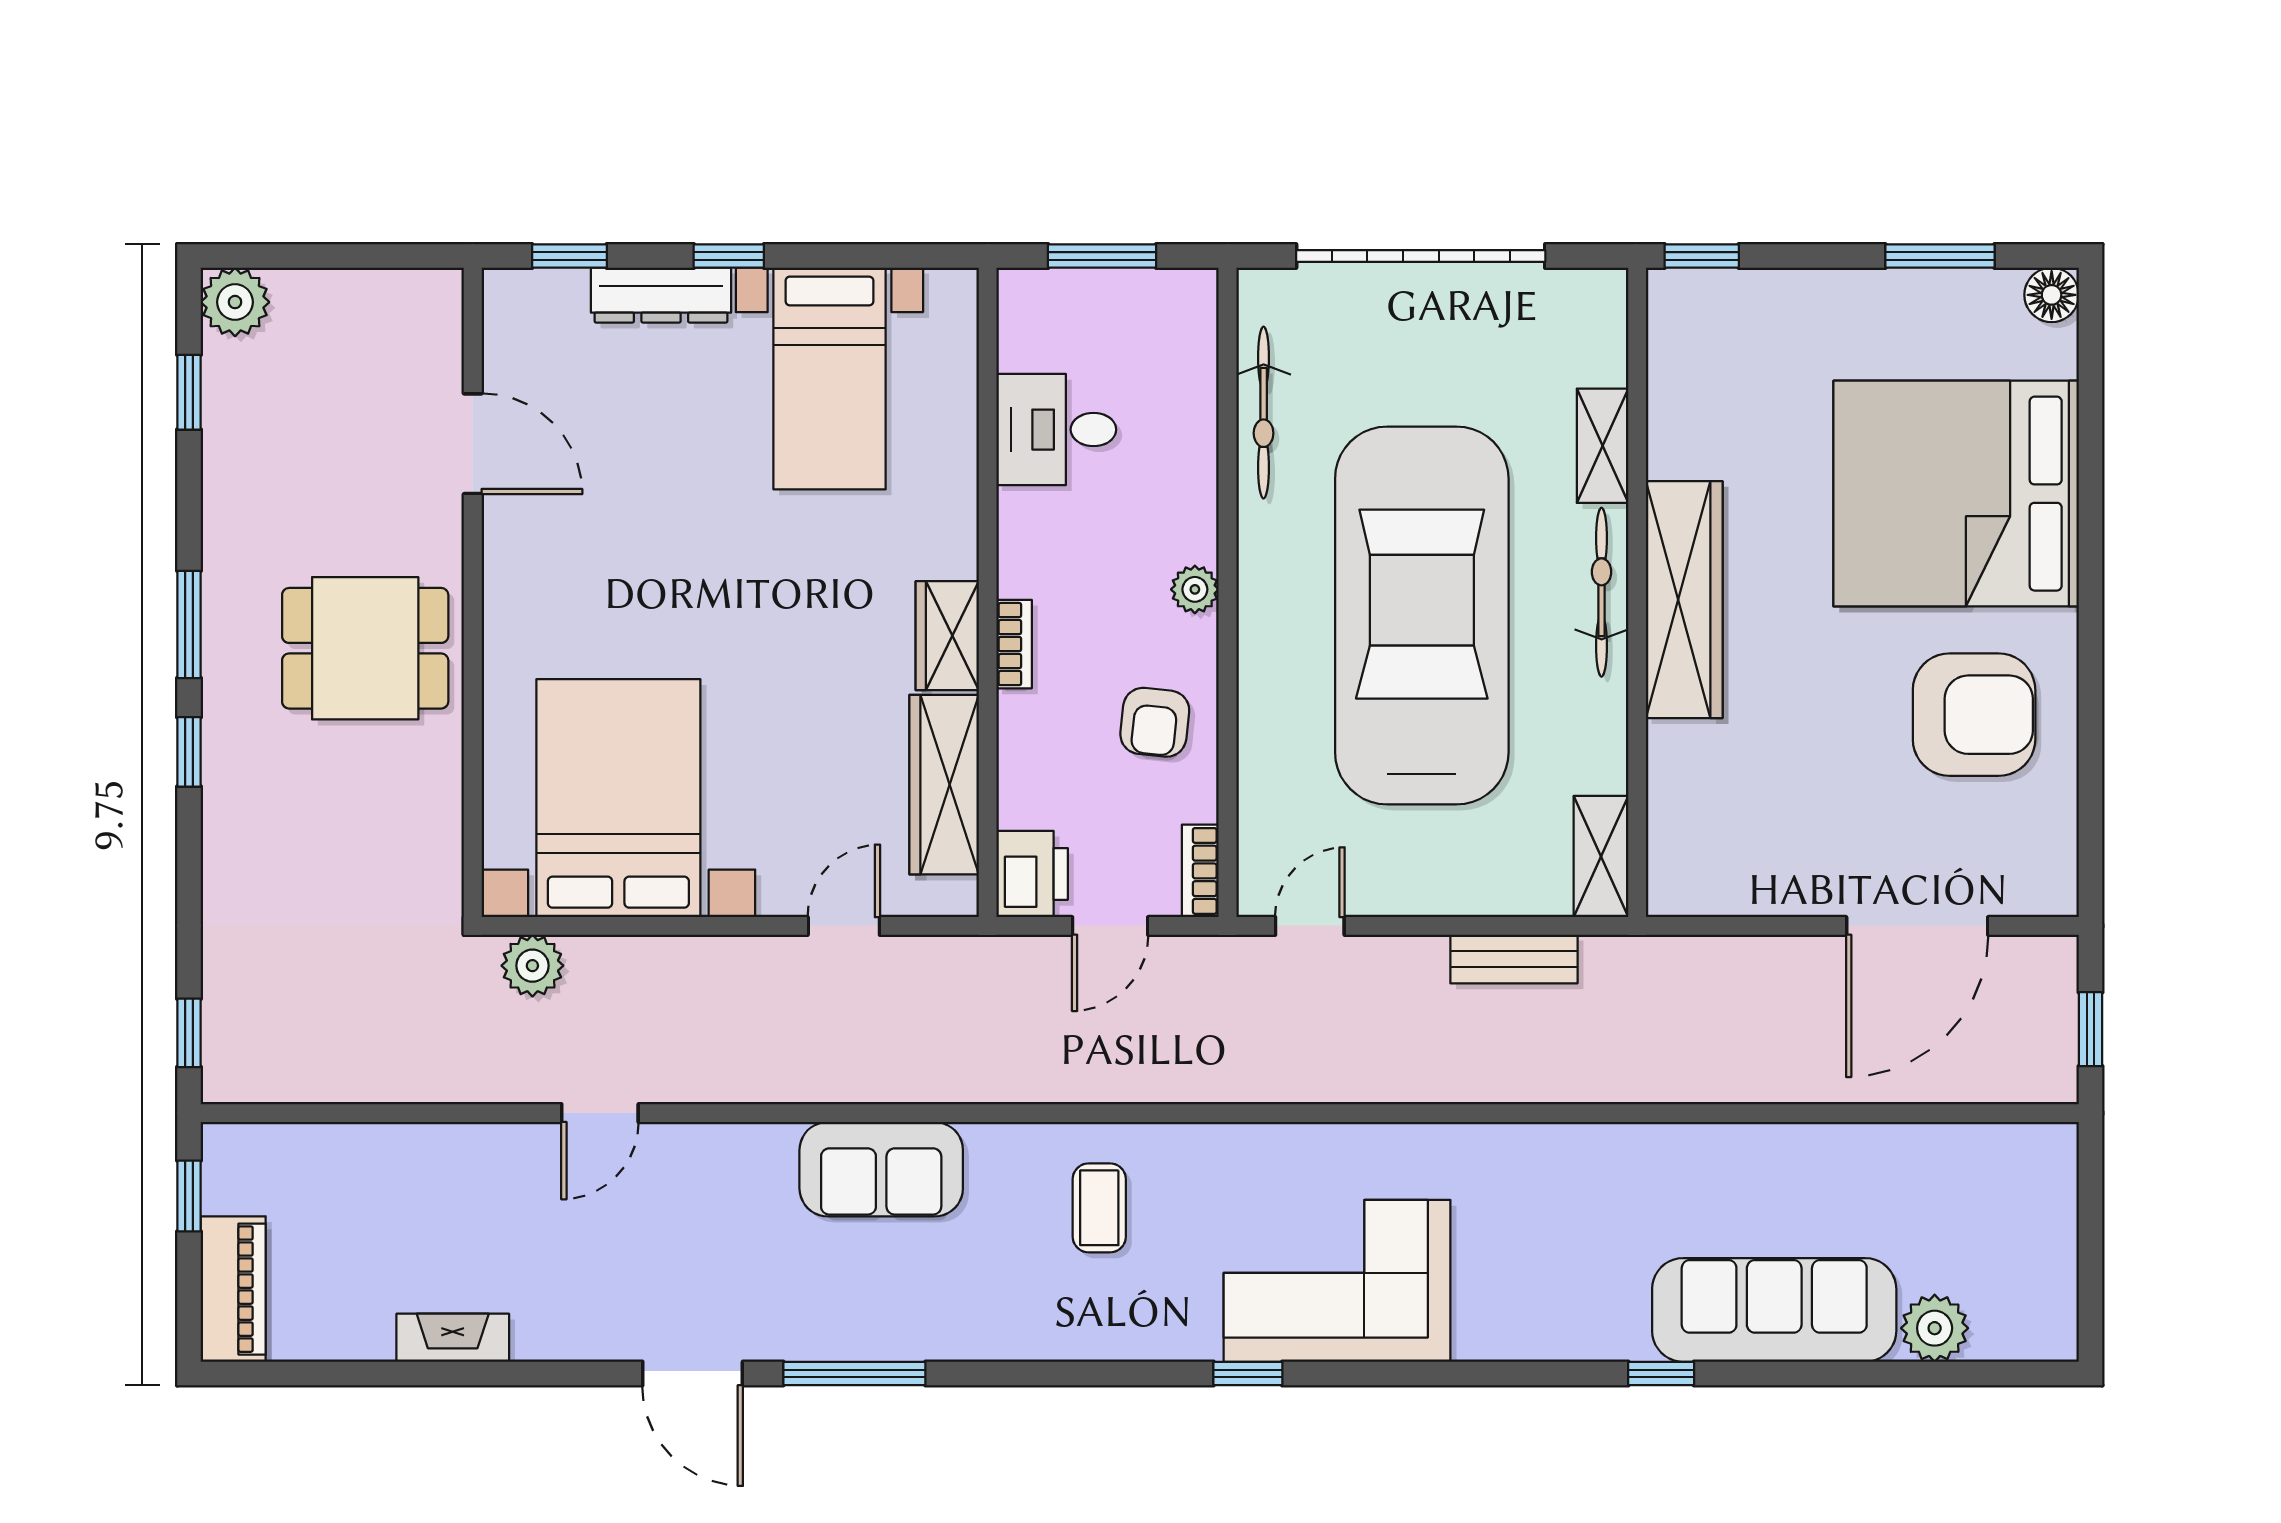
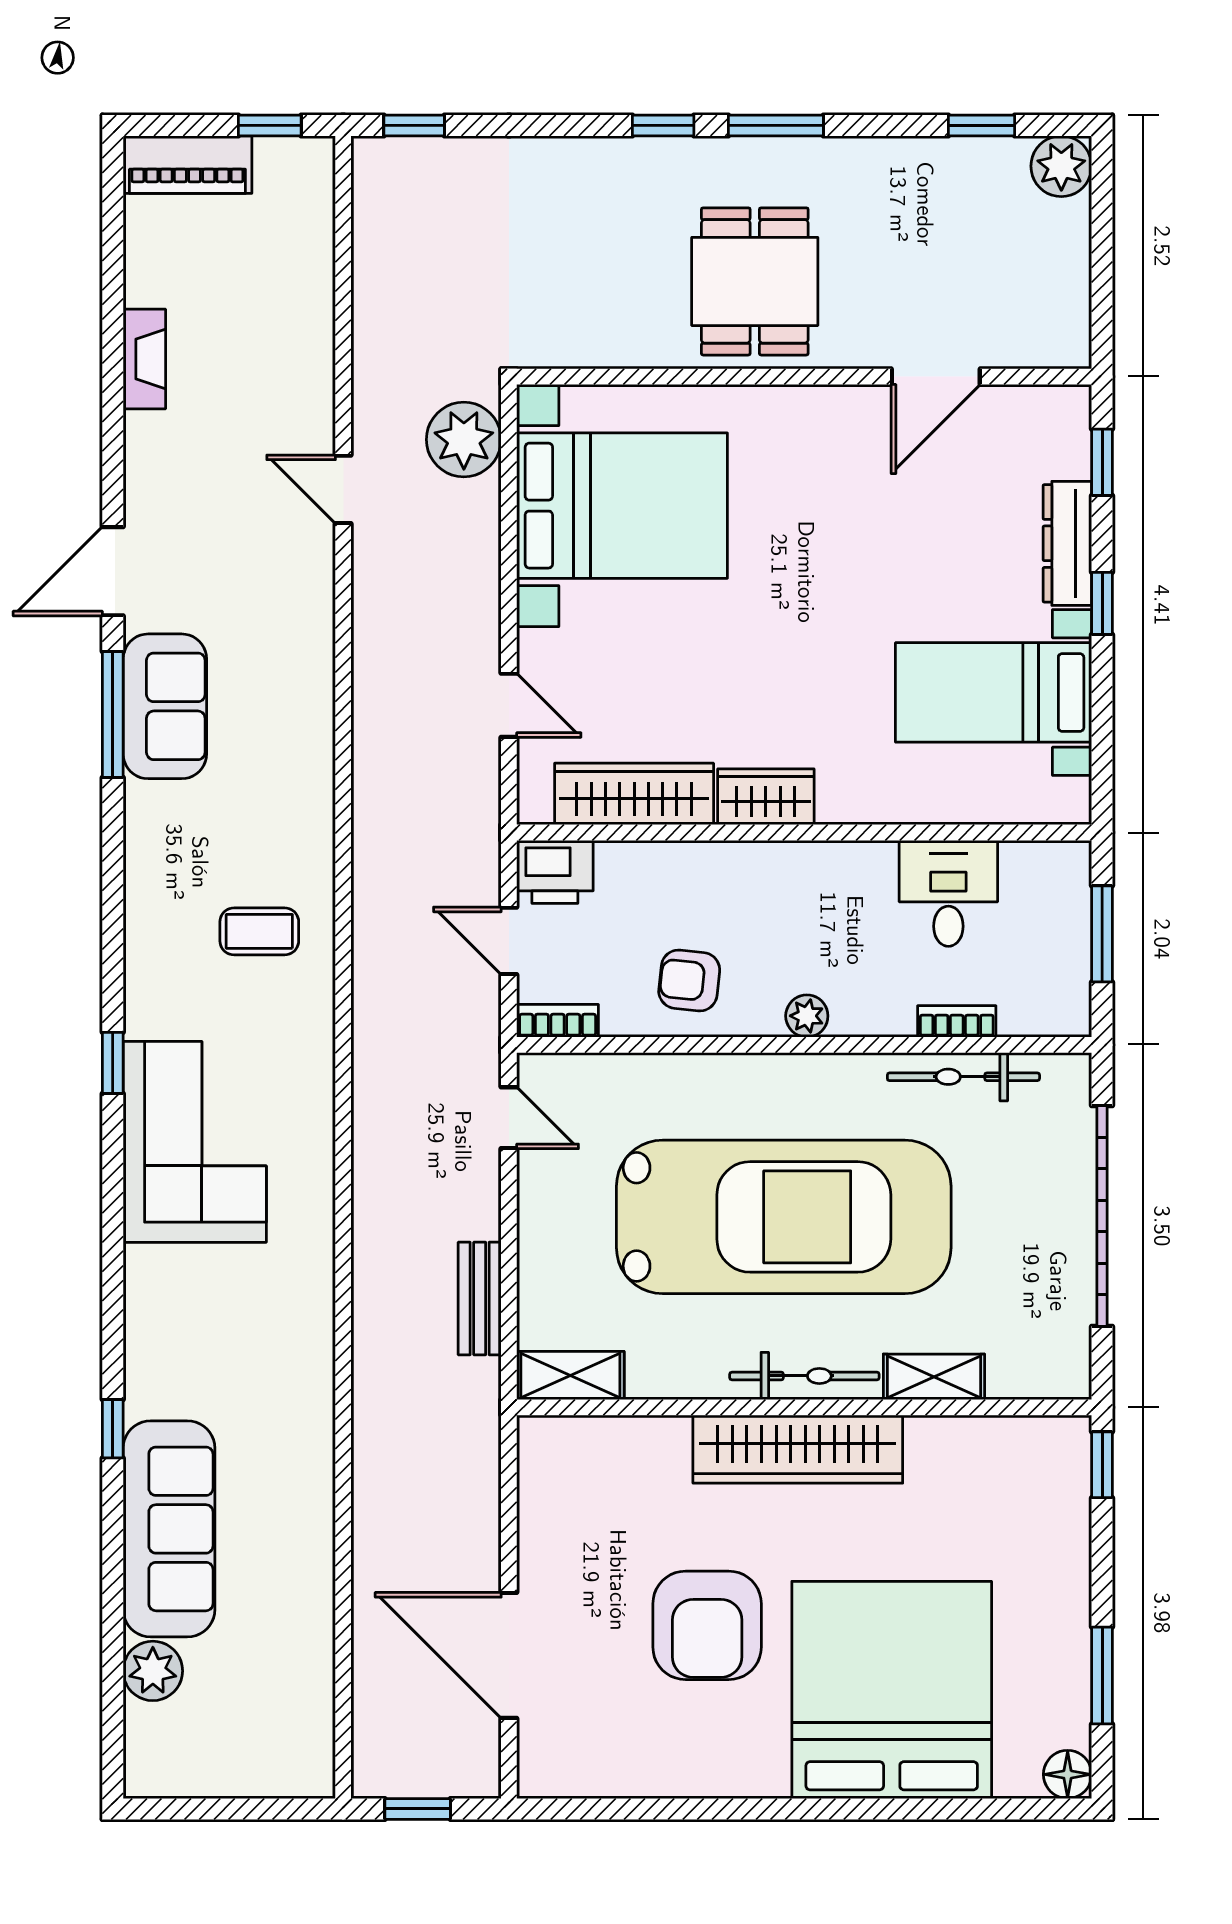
bookcase: (1014, 644) -> (957, 1021), moved, turned 180
armchair: (1974, 715) -> (707, 1625), moved
plant: (532, 966) -> (464, 440), width x1.36, depth x1.36
sofa: (881, 1169) -> (165, 706), moved, turned 180

